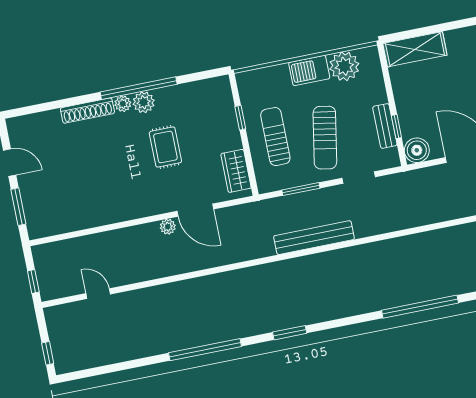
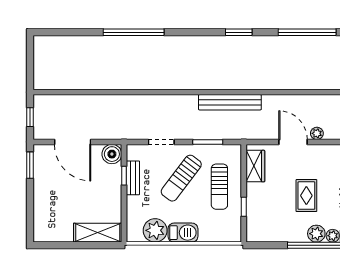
sun lounger: (325, 138) -> (181, 178), turned -153
bench: (314, 238) -> (230, 102), moved

